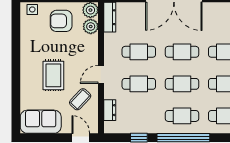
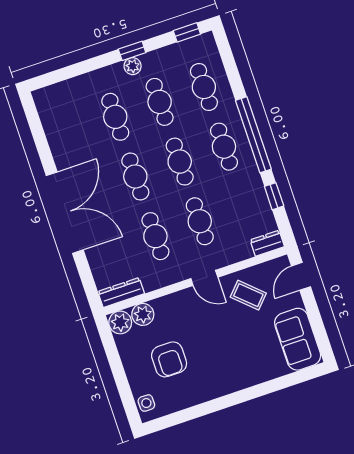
armchair: (61, 21) -> (169, 359), moved
rug: (53, 75) -> (228, 343), removed
dresser: (110, 110) -> (267, 243), moved

